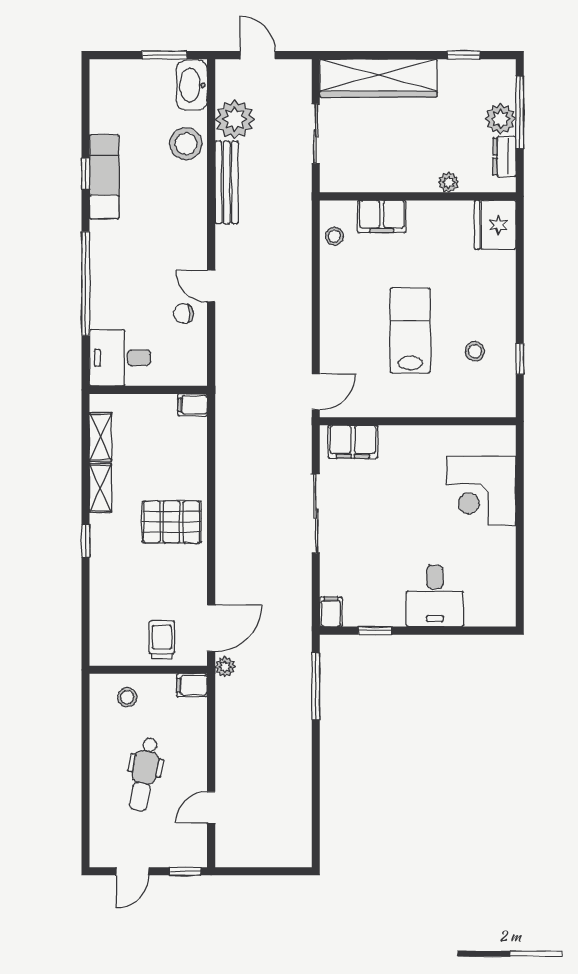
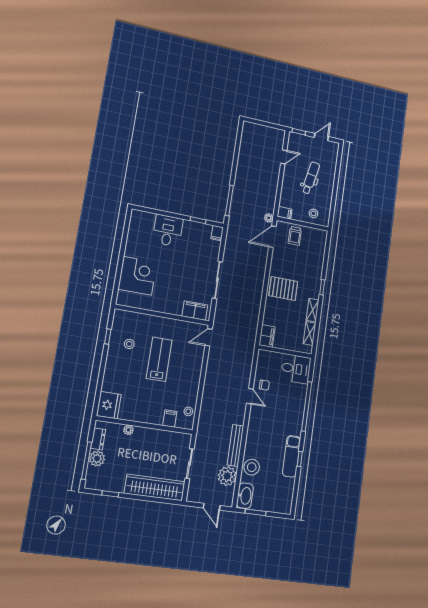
filing cabinet: (382, 216) -> (170, 419), width x0.50
lab bench: (410, 331) -> (159, 359), turned 180
filing cabinet: (193, 405) -> (267, 336), width x2.00

